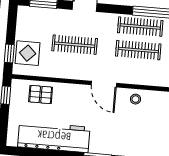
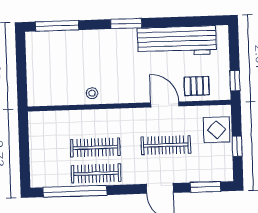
window: (9, 53) -> (237, 146), moved
door: (104, 84) -> (165, 104), moved

